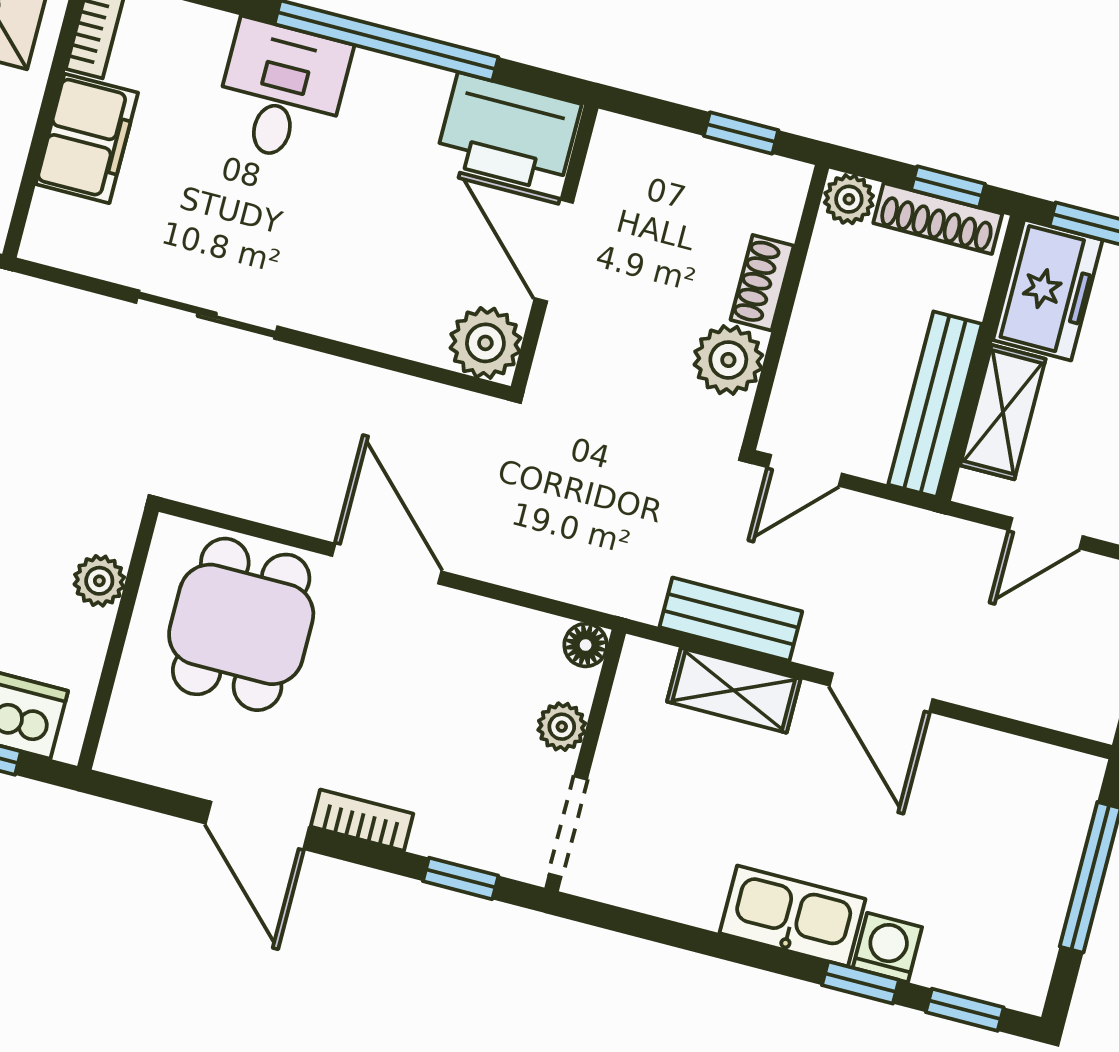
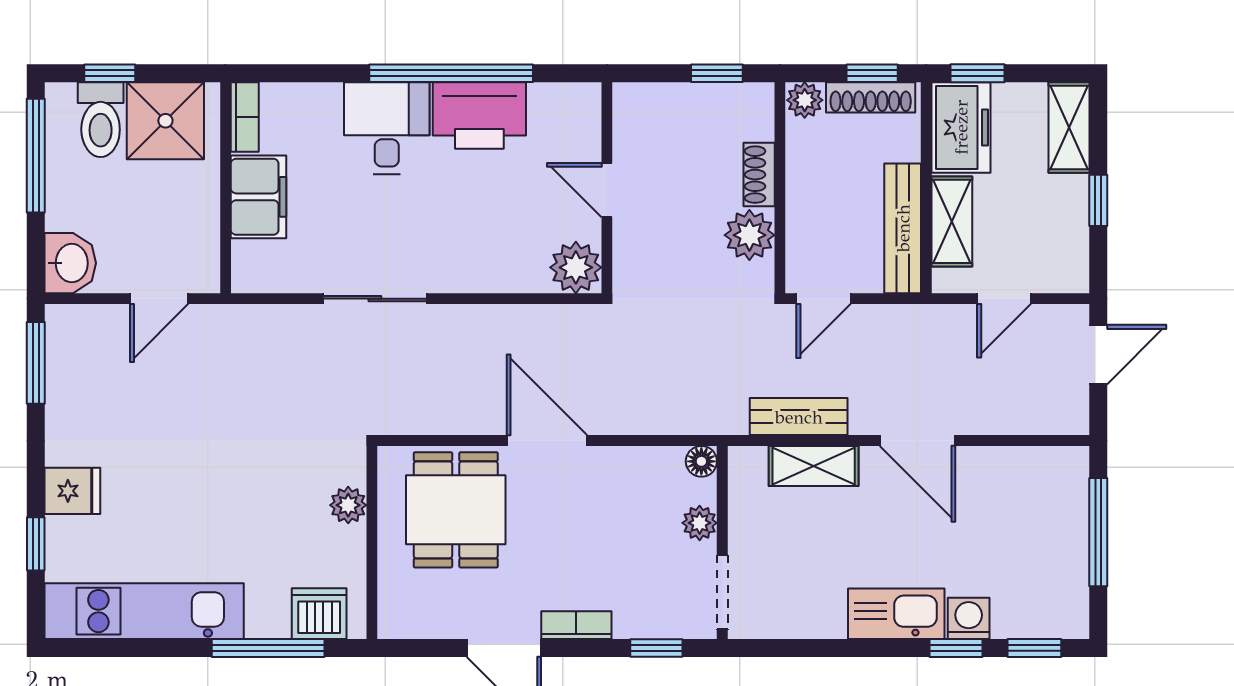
printer: (508, 133) -> (479, 116), moved
door: (554, 250) -> (607, 190), width x0.73

